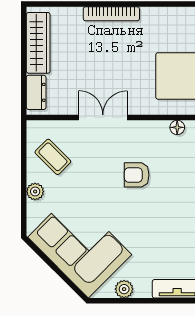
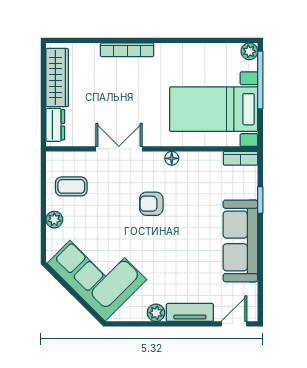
floor lamp: (177, 127) -> (172, 158), moved
coffee table: (53, 157) -> (71, 186), turned -45
plant: (124, 289) -> (156, 313), moved

